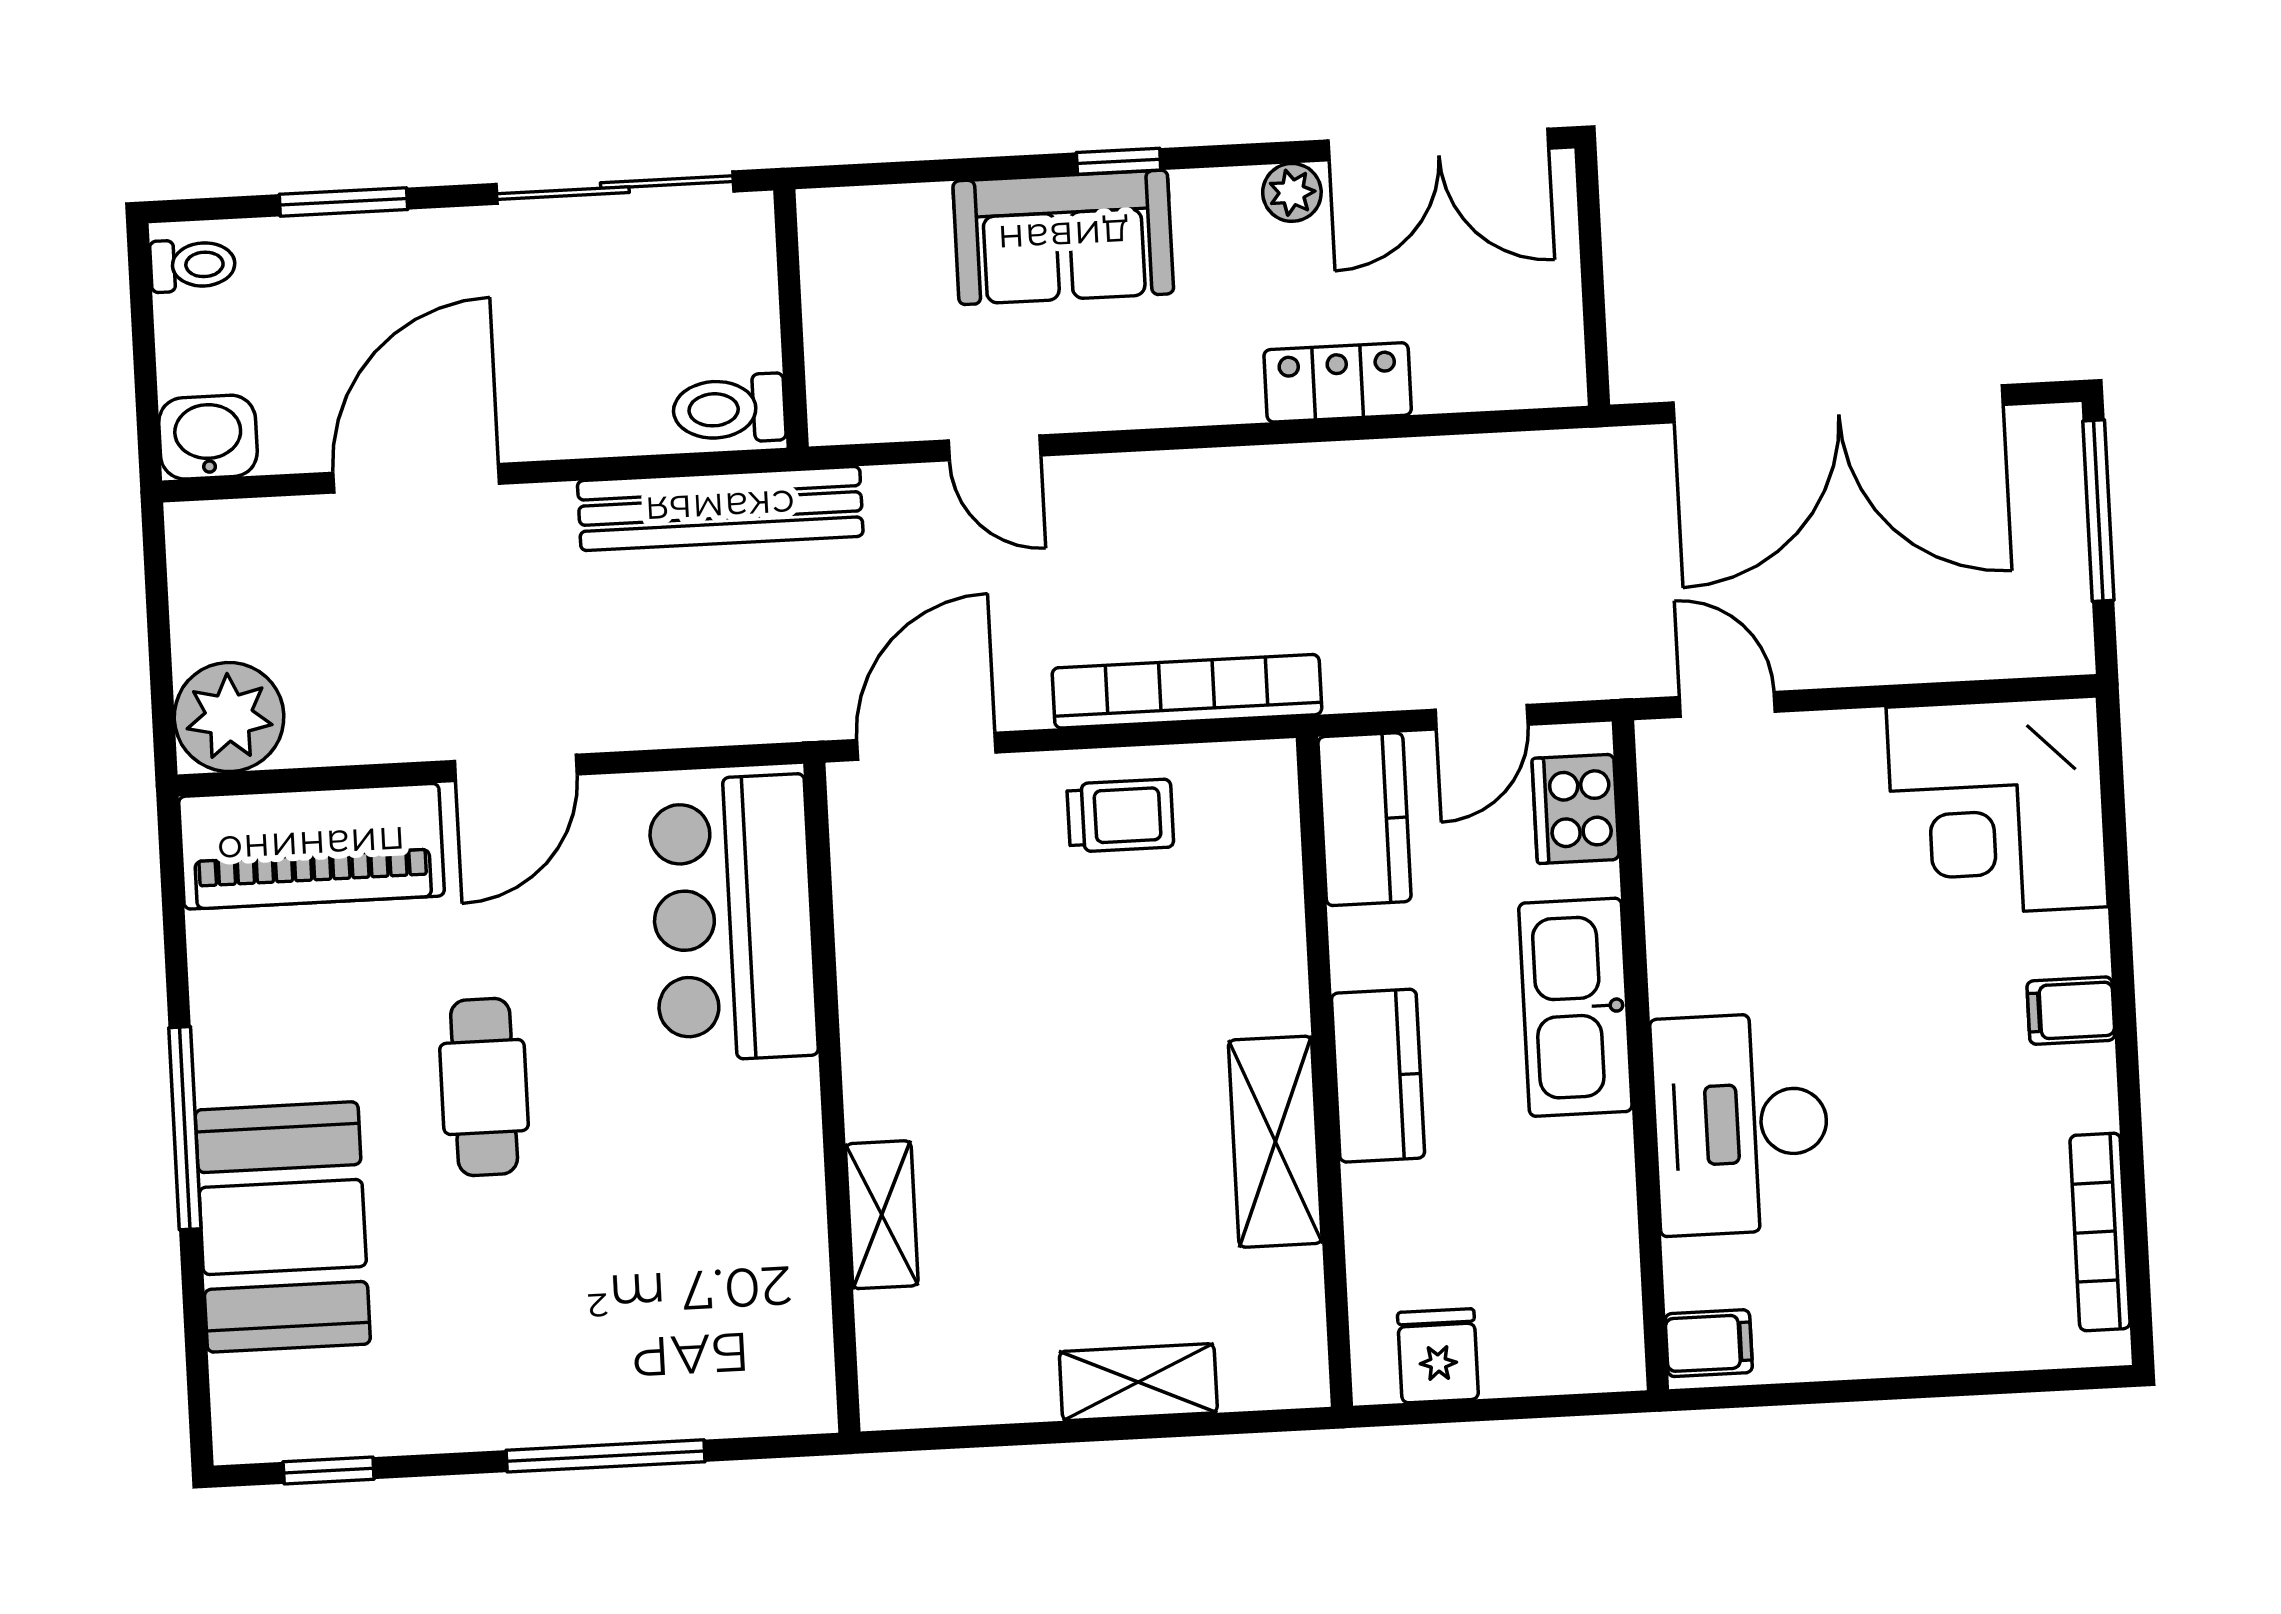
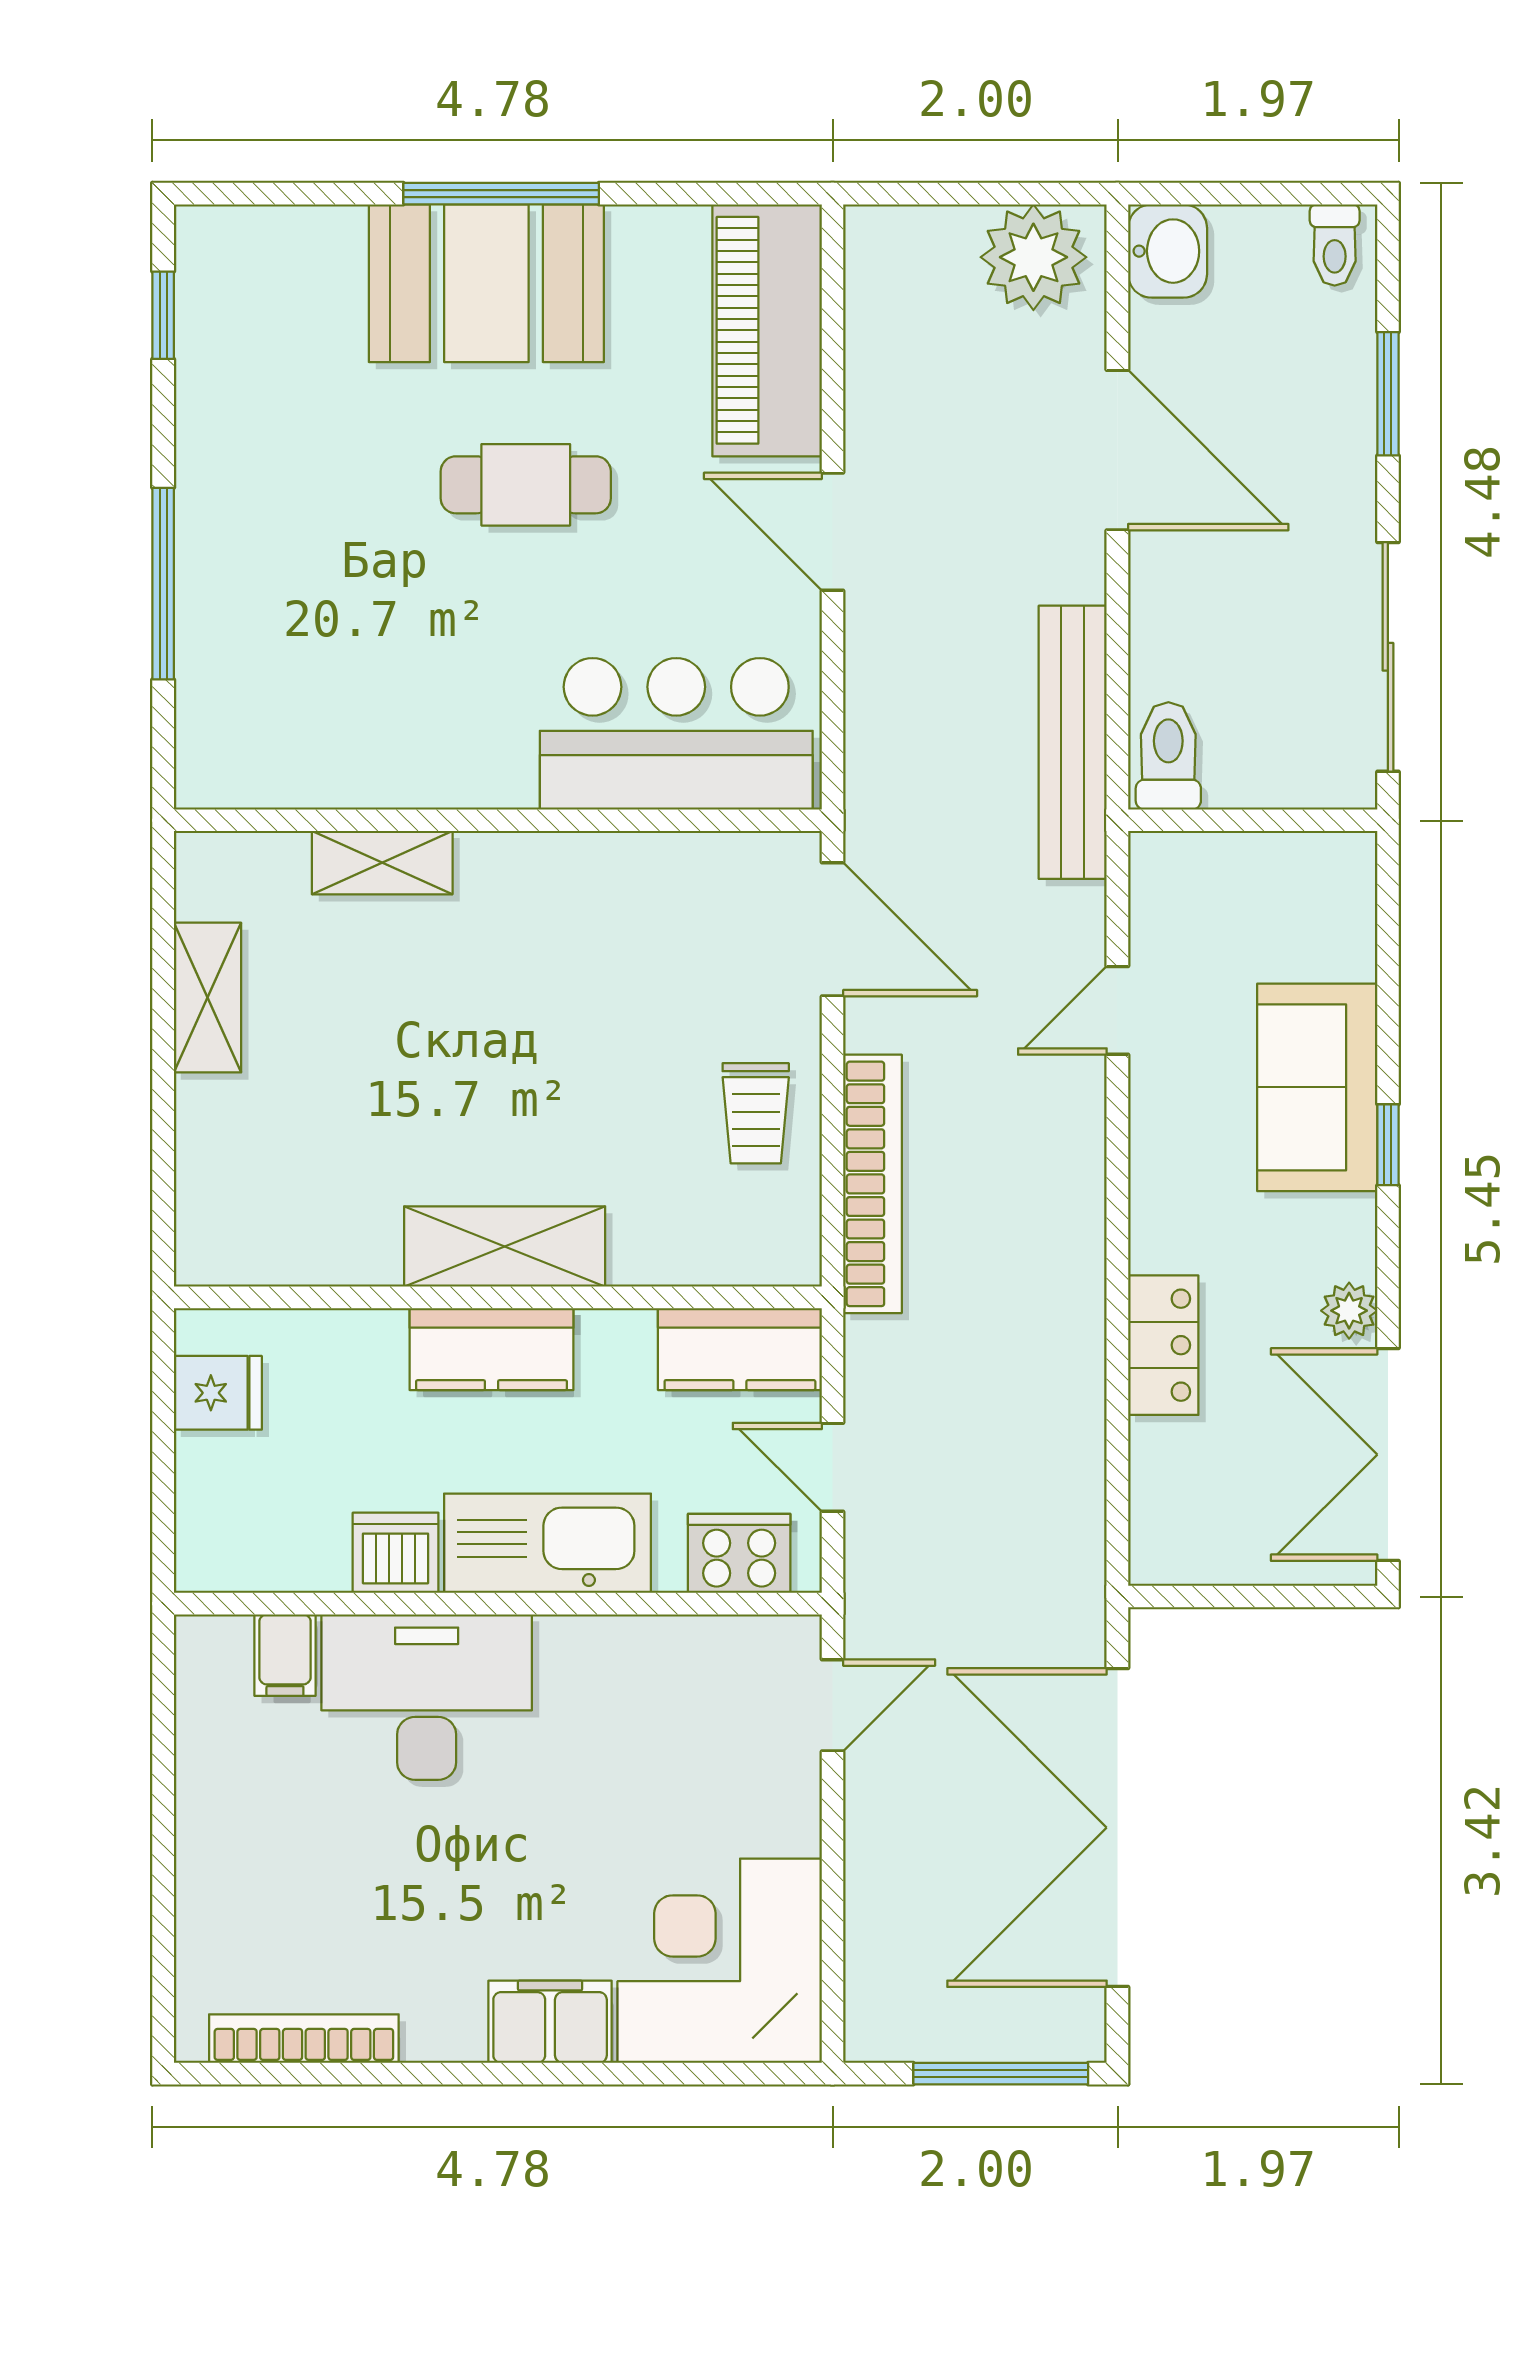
plant: (229, 717) -> (1033, 257), moved
filing cabinet: (2071, 1011) -> (550, 2022), width x2.00
shelving: (1275, 1142) -> (505, 1247), moved
dishwasher: (1594, 1164) -> (396, 1553), added
booth: (283, 1227) -> (486, 283), moved
filing cabinet: (1709, 1343) -> (285, 1655), moved
shelving: (1138, 1382) -> (208, 998), moved

